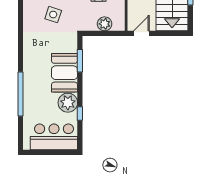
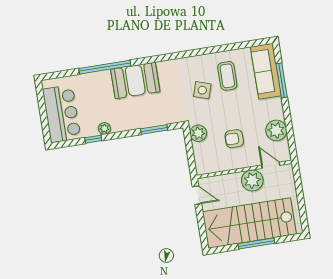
plant: (105, 24) -> (198, 133), moved
booth: (65, 73) -> (135, 80), moved
plant: (68, 103) -> (104, 128), width x0.53, depth x0.53

